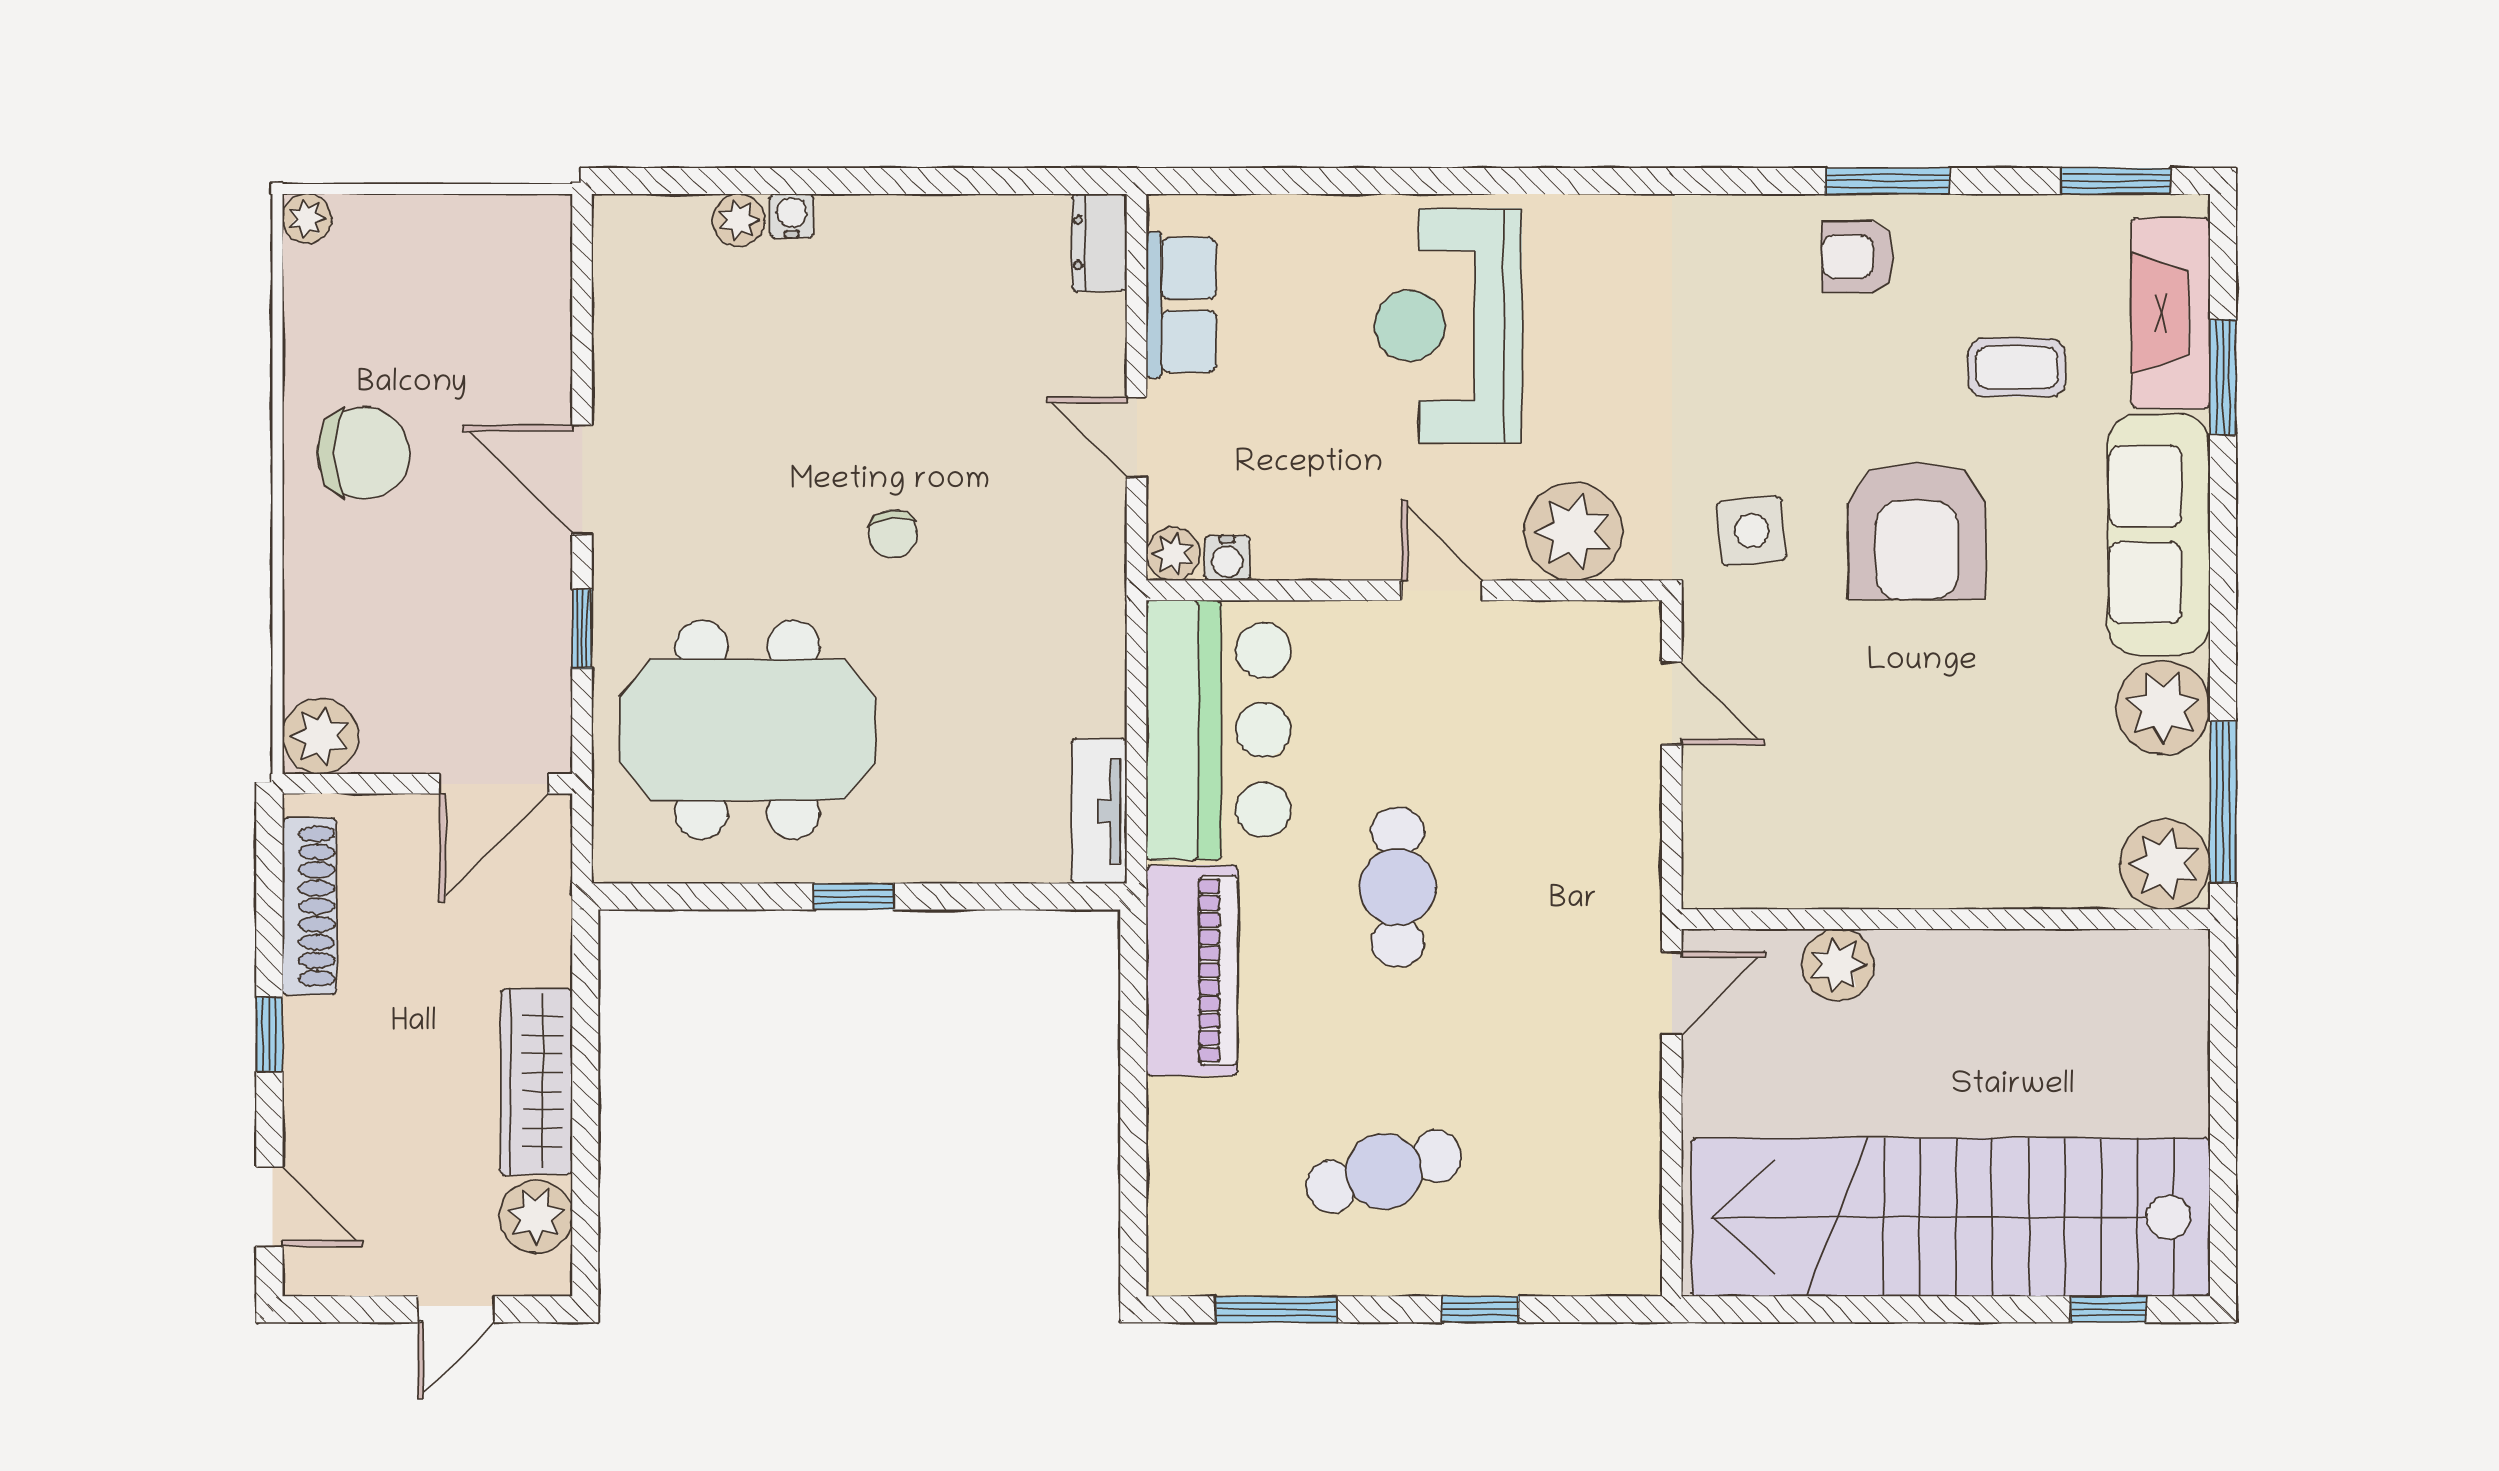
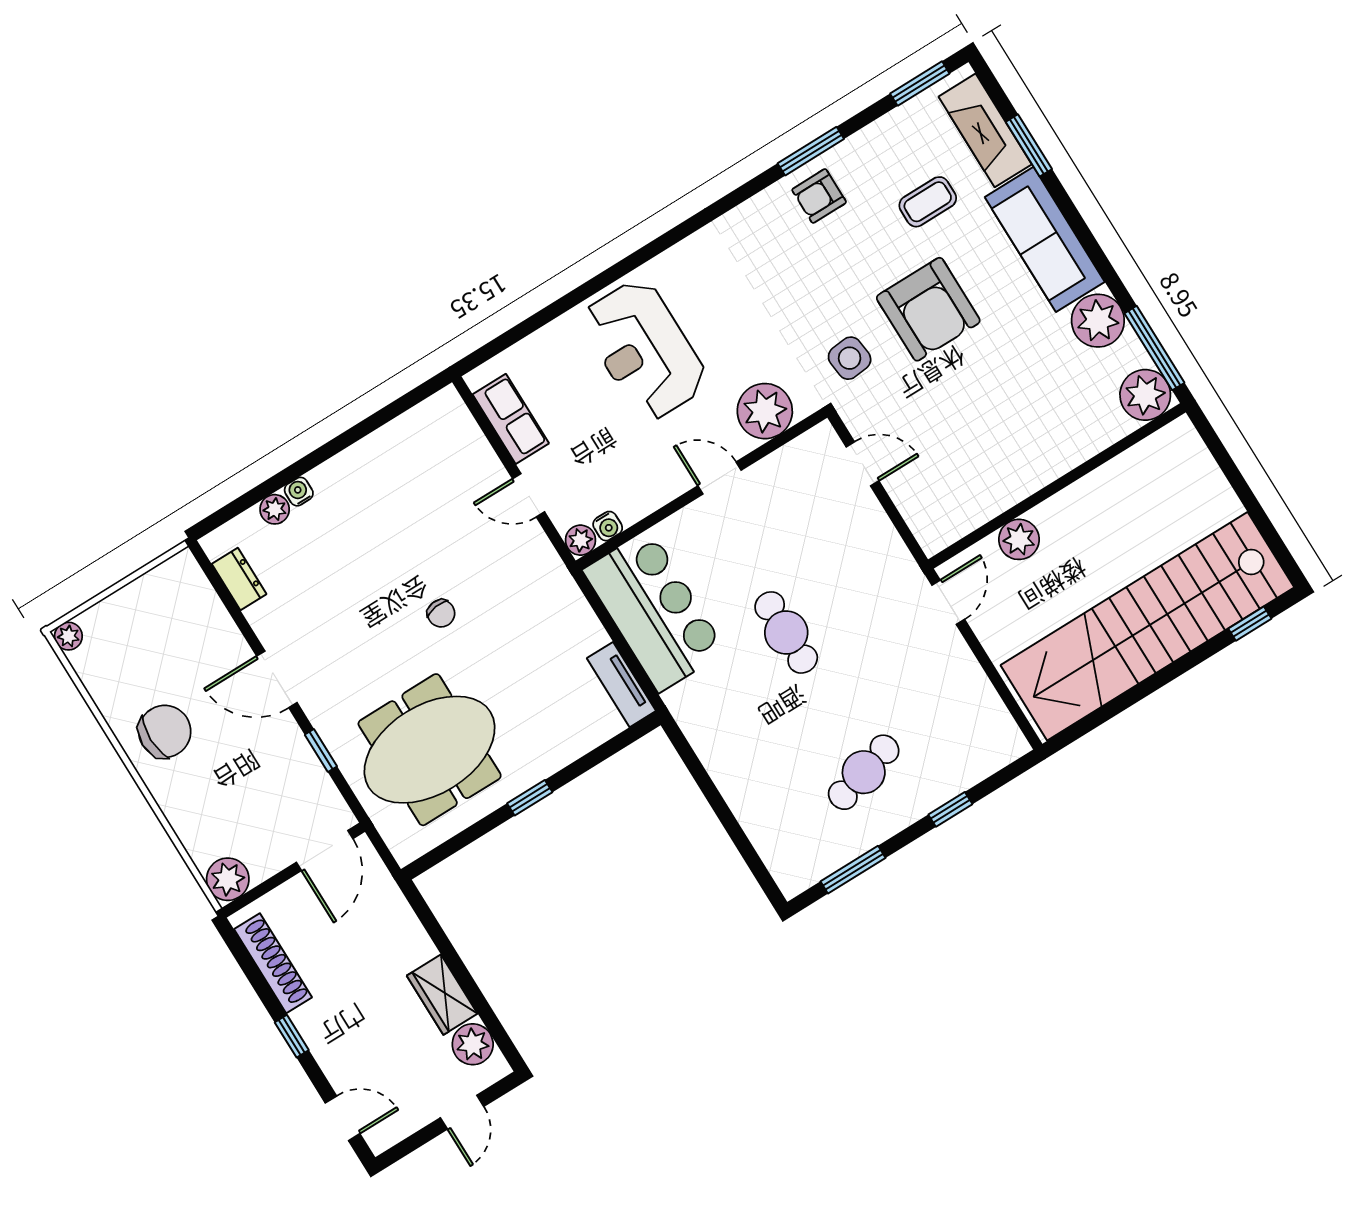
dresser: (1099, 243) -> (239, 579), moved, turned 180
piano: (1192, 970) -> (713, 733), removed
wardrobe: (536, 1082) -> (442, 995), width x0.67

